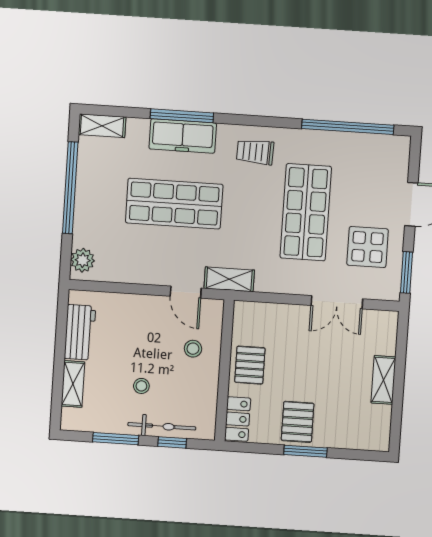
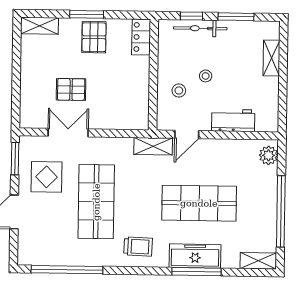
door: (186, 292) -> (187, 134), swing flipped
workbench: (80, 332) -> (233, 120), moved, turned 90
pallet: (250, 365) -> (71, 89), moved, turned 90
shelving: (383, 380) -> (40, 26), moved, turned 90
stool: (141, 386) -> (206, 76), moved

